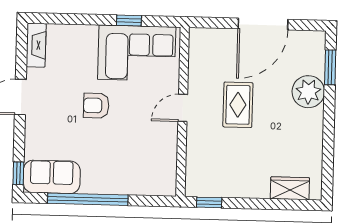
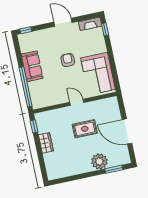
window: (129, 21) -> (105, 29), moved
sofa: (52, 177) -> (32, 66), moved
wardrobe: (290, 188) -> (46, 143), moved
window: (88, 199) -> (26, 87), moved

